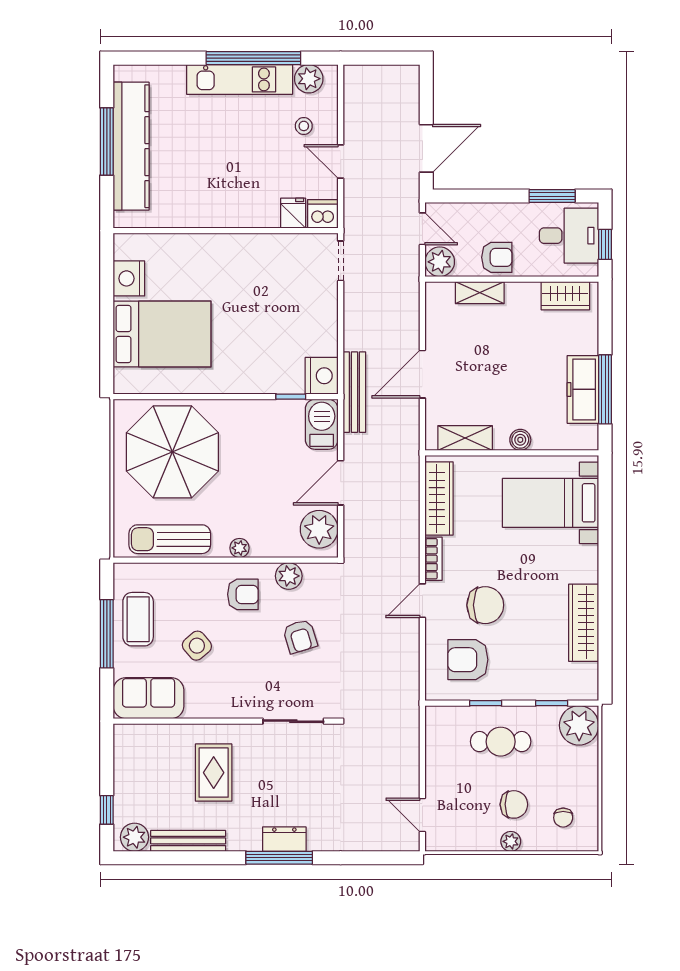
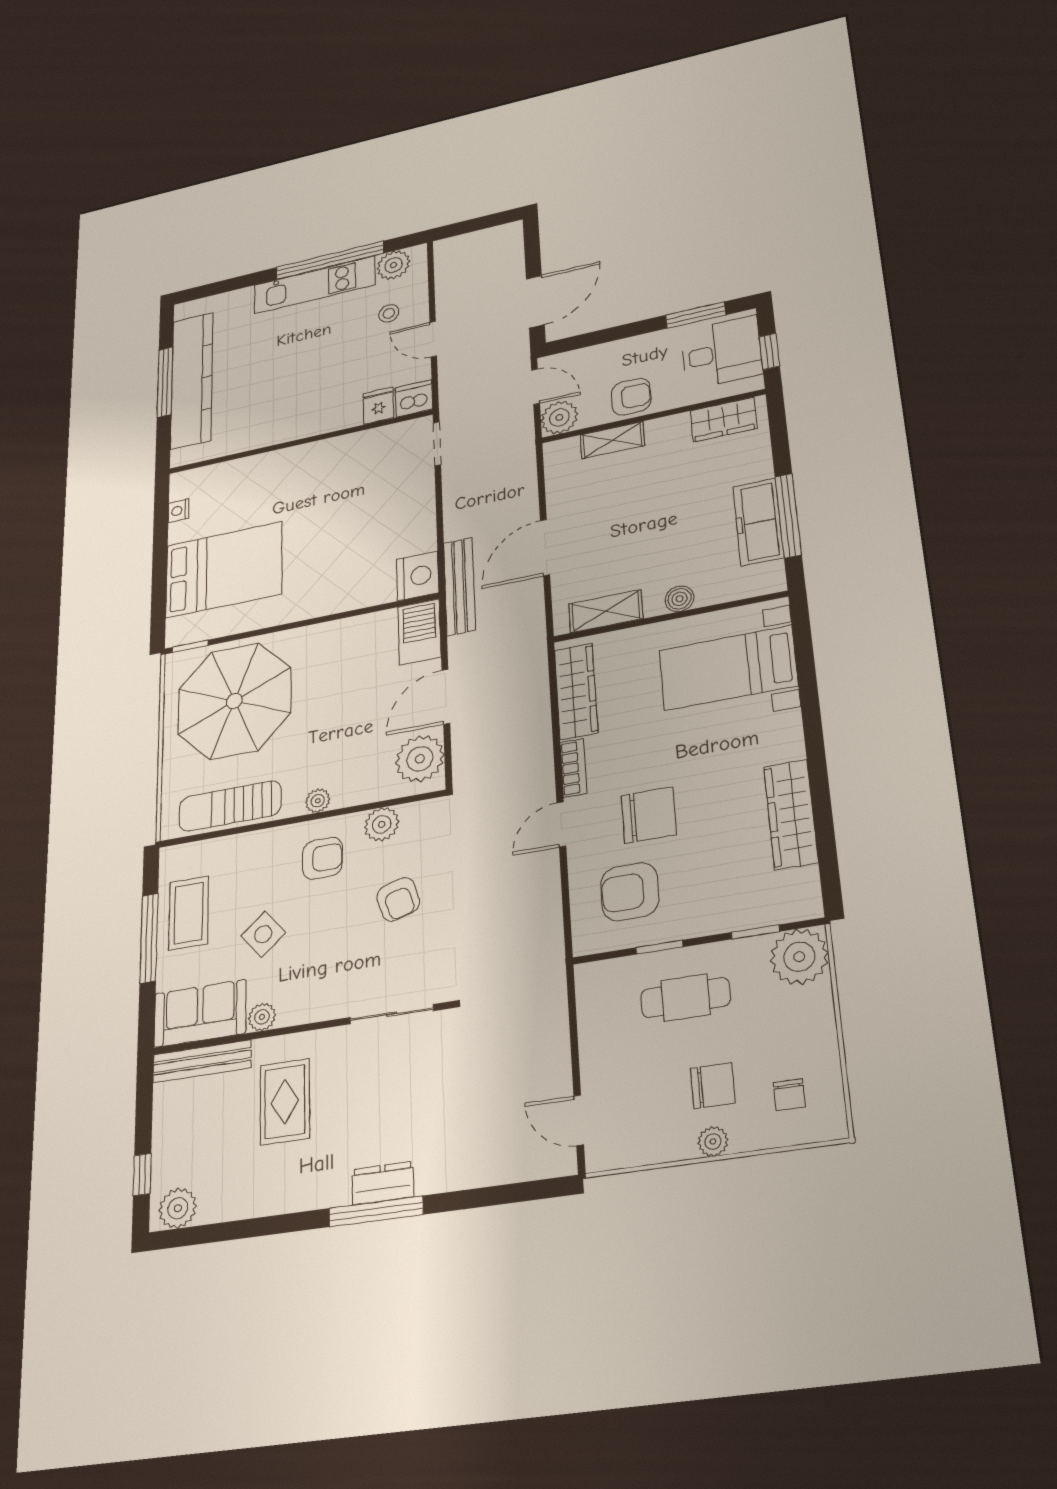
nightstand: (129, 278) -> (178, 511), width x0.53, depth x0.56
window: (291, 397) -> (190, 646), moved
plant: (196, 708) -> (262, 1017), added
bench: (188, 841) -> (202, 1061), moved

